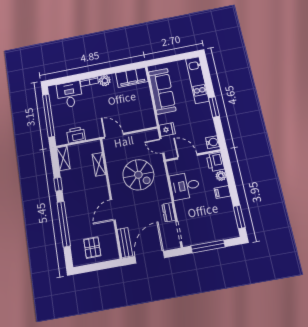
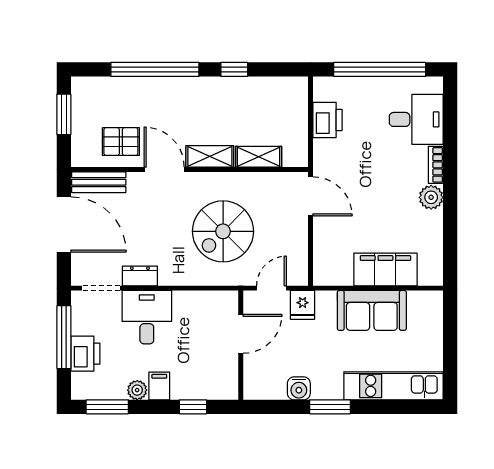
filing cabinet: (132, 77) -> (385, 269), moved, turned 90
sofa: (162, 91) -> (372, 310), width x0.73
door: (114, 136) -> (311, 196), hinge flipped
water cooler: (212, 142) -> (299, 388), moved
shelving: (63, 158) -> (210, 156), moved
printer: (215, 162) -> (85, 354), moved, turned 90
window: (229, 173) -> (193, 407), added
plant: (221, 176) -> (137, 390), moved
desk: (185, 186) -> (147, 317), moved
pallet: (92, 248) -> (121, 142), moved
window: (93, 267) -> (64, 114), added

